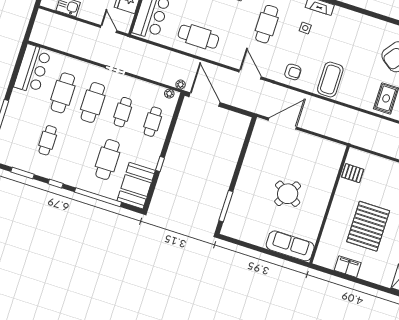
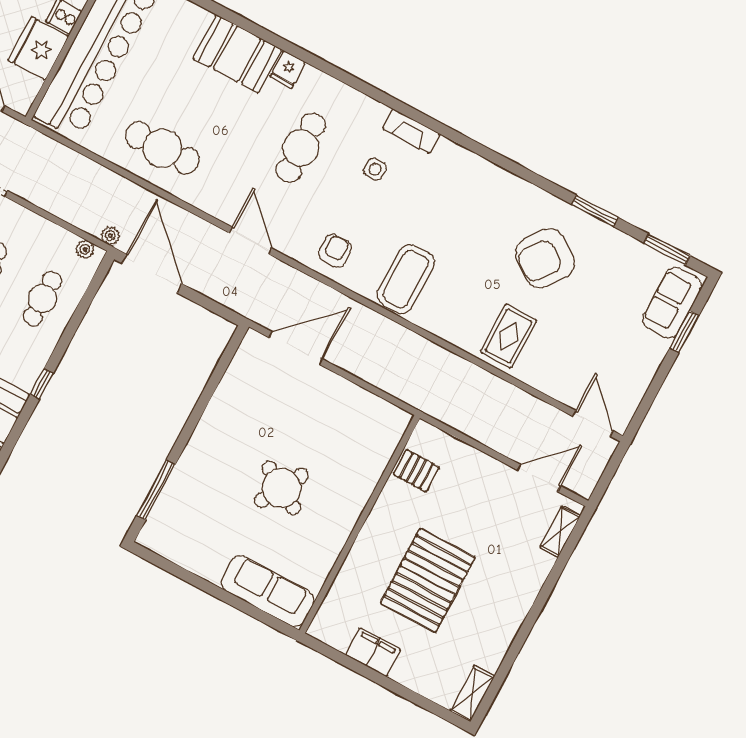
armchair: (293, 72) -> (335, 251), turned -90

